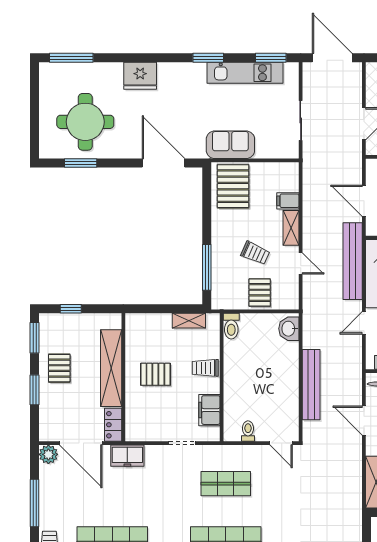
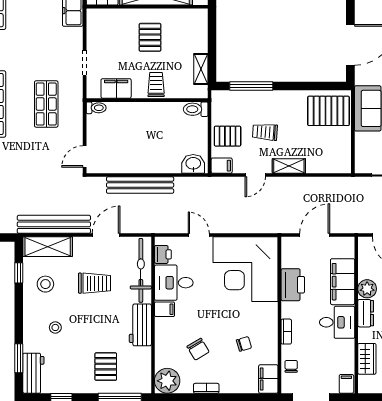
filing cabinet: (288, 201) -> (222, 166), moved, turned 90
trolley: (255, 253) -> (265, 132), turned 70
bench: (353, 261) -> (54, 224), moved
toilet: (248, 431) -> (96, 108), moved

